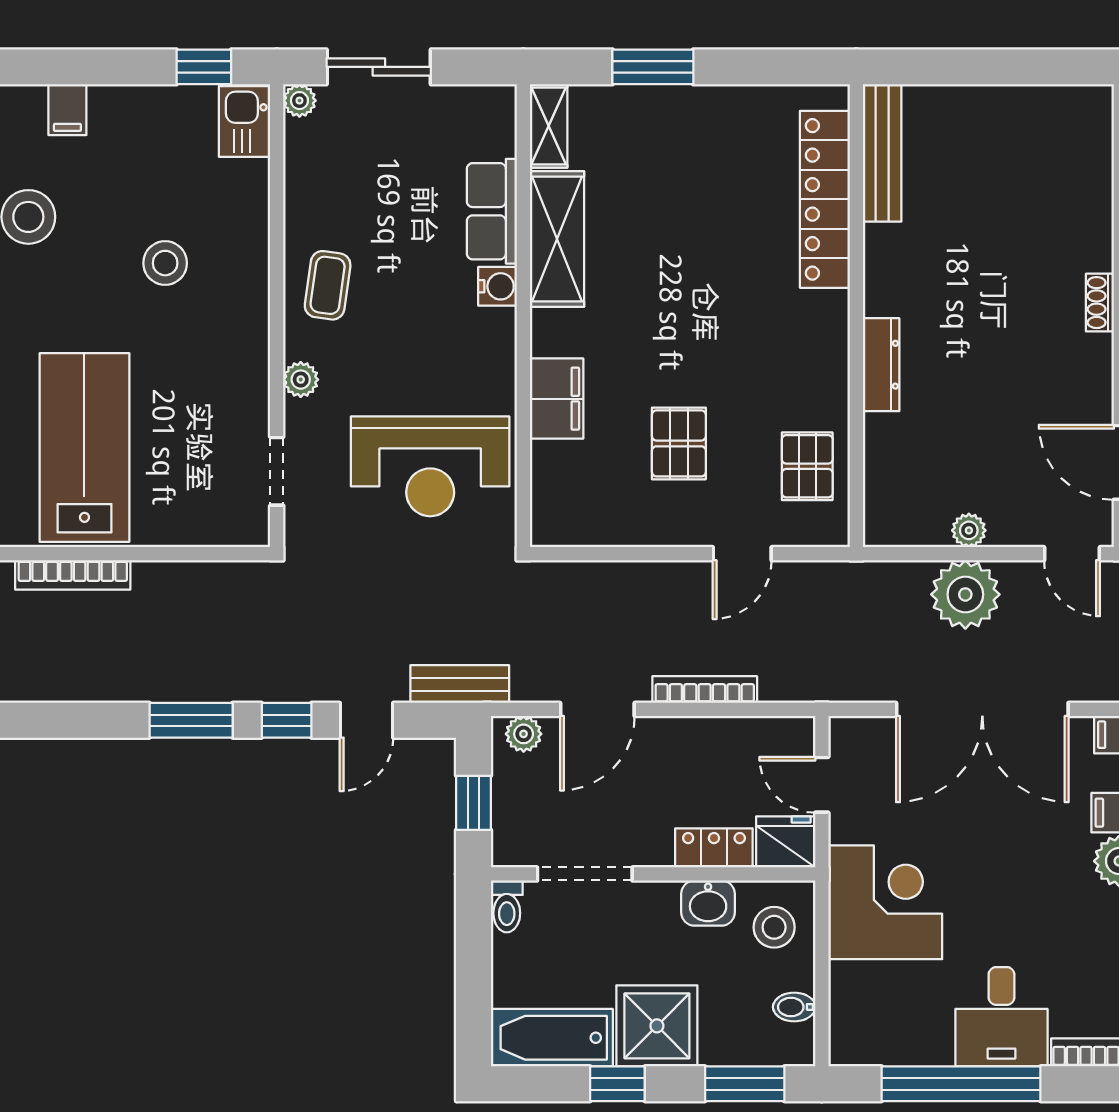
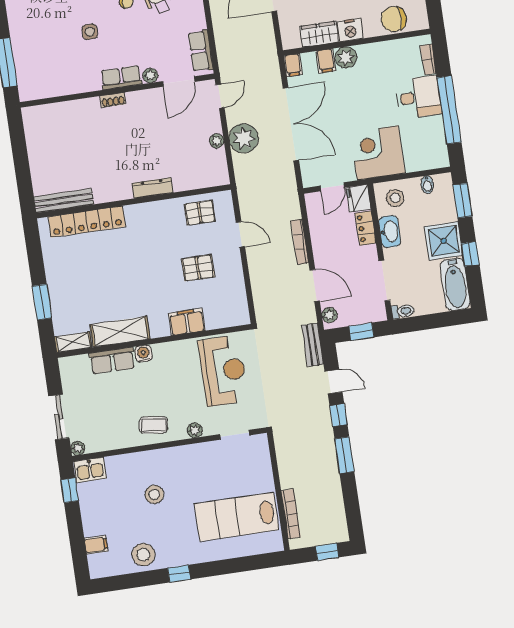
washbasin: (708, 903) -> (390, 231), width x1.38

